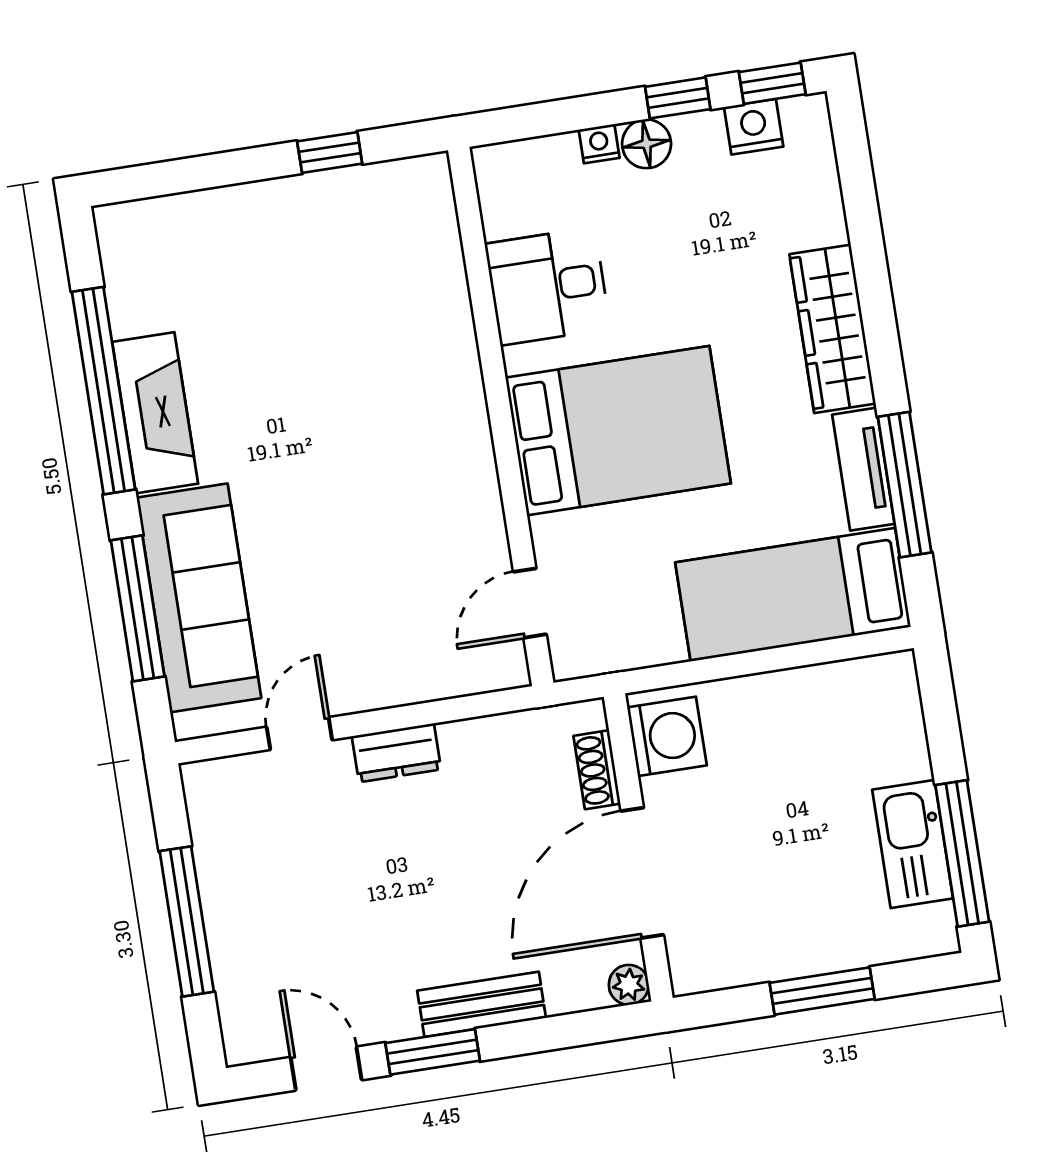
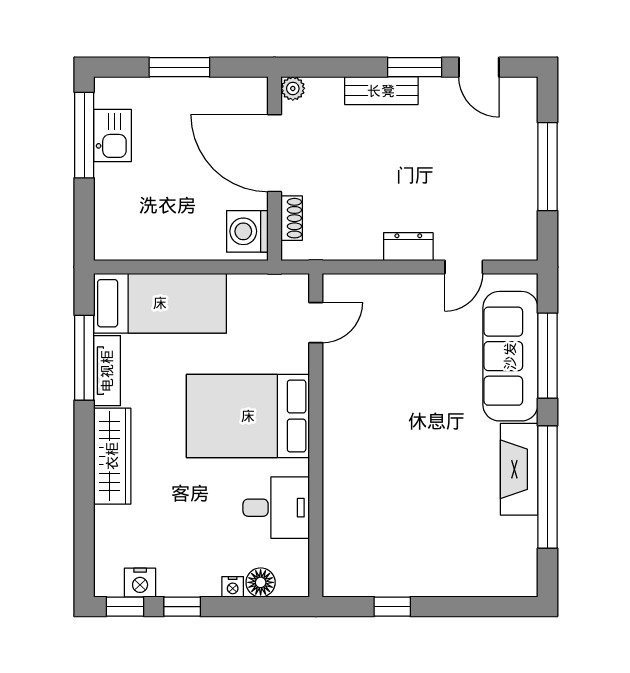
floor lamp: (647, 144) -> (261, 582), moved
kitchen sink: (913, 844) -> (113, 135), width x0.73
door: (642, 873) -> (275, 153), swing flipped

